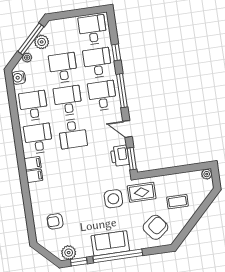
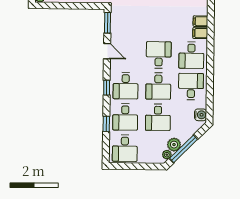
plant: (27, 58) -> (167, 155), moved
window: (122, 91) -> (107, 88), width x0.46
desk: (33, 106) -> (191, 86), turned 180
printer: (120, 156) -> (118, 27), removed

